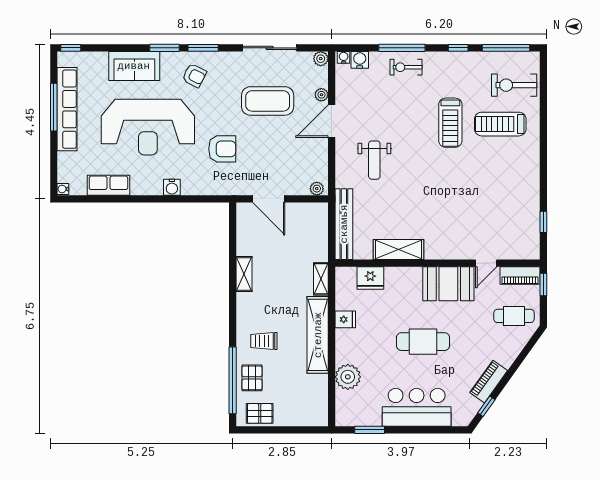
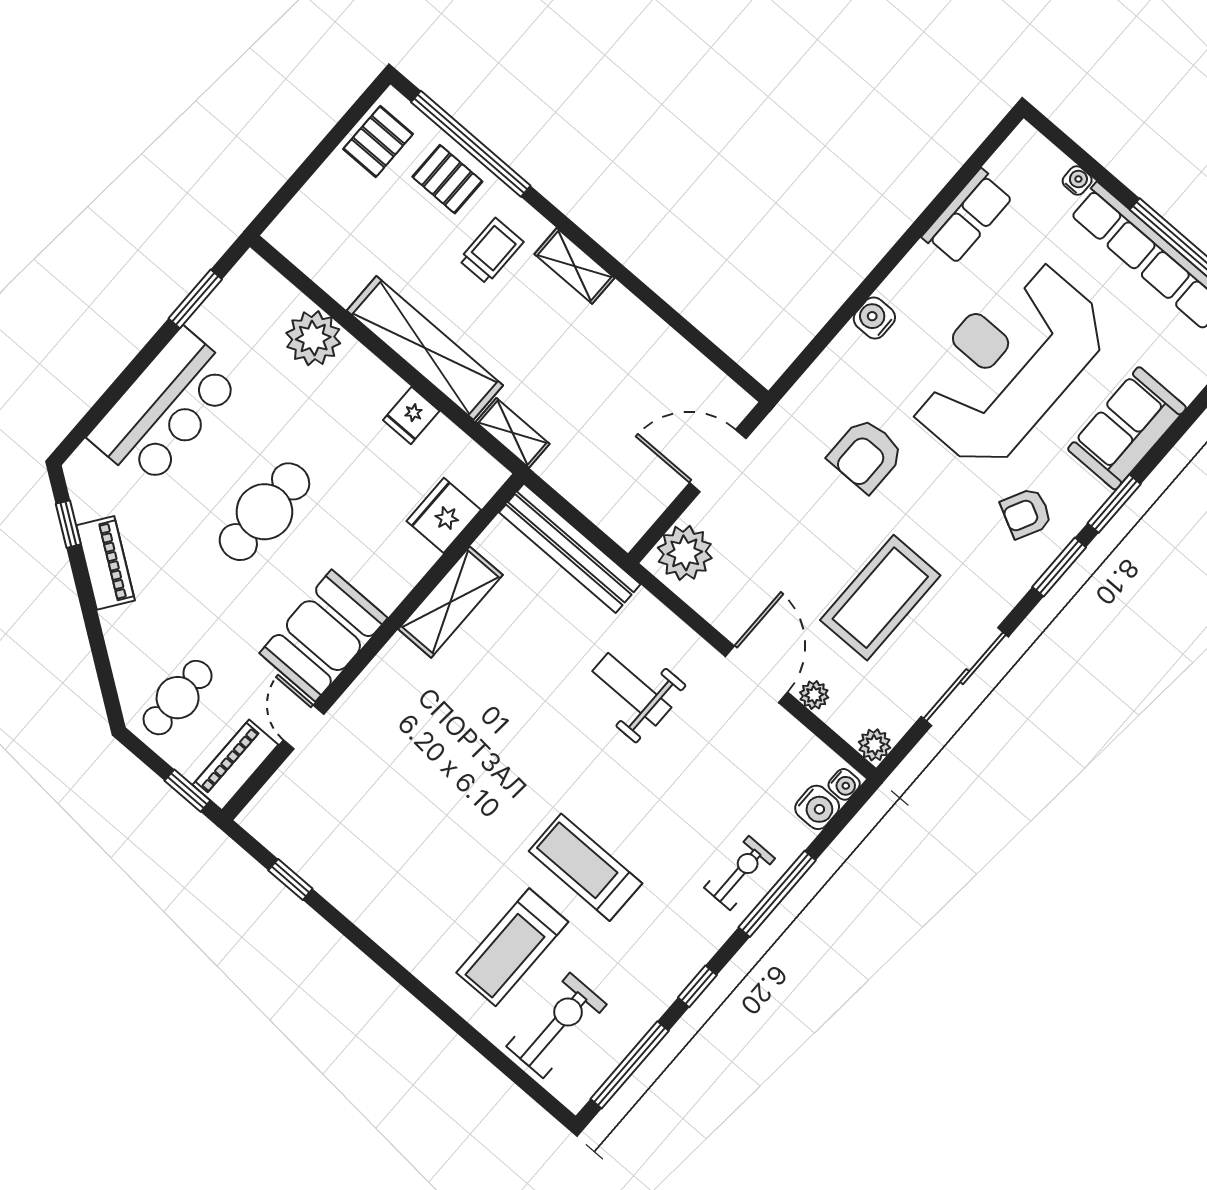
treadmill: (500, 124) -> (512, 947), turned 180
water cooler: (63, 189) -> (1077, 181), moved
plant: (317, 189) -> (685, 553), width x1.88, depth x1.88
shelving: (244, 274) -> (574, 266), moved

